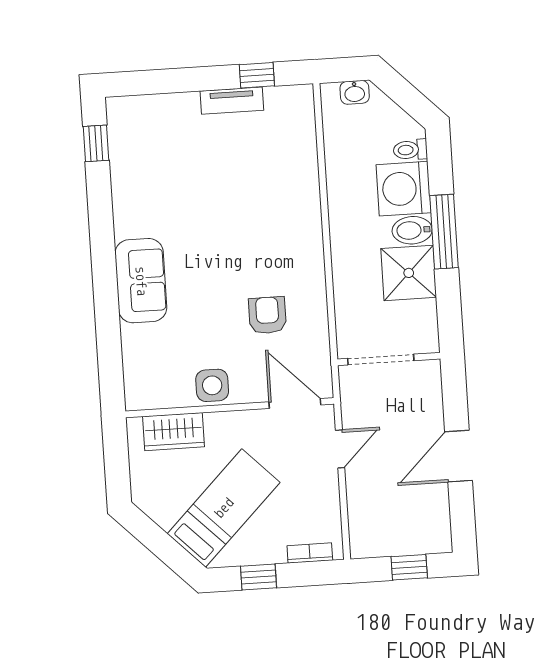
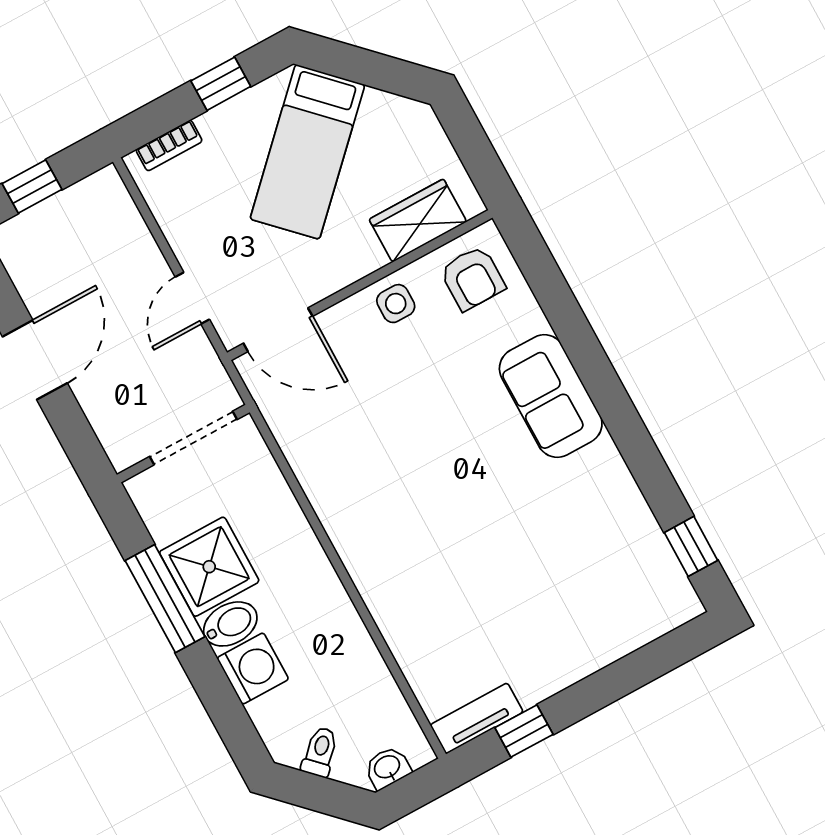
tv unit: (232, 101) -> (477, 718), moved
toilet: (410, 150) -> (320, 752), moved, turned -45
washing machine: (404, 189) -> (253, 669), width x0.73, depth x0.73
window: (444, 232) -> (165, 599), moved
armchair: (267, 315) -> (472, 278), moved
side table: (212, 385) -> (396, 304), width x0.73, depth x0.73

